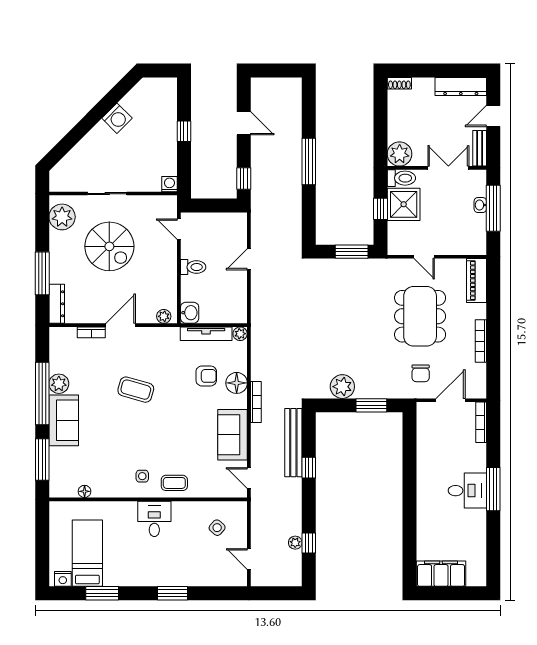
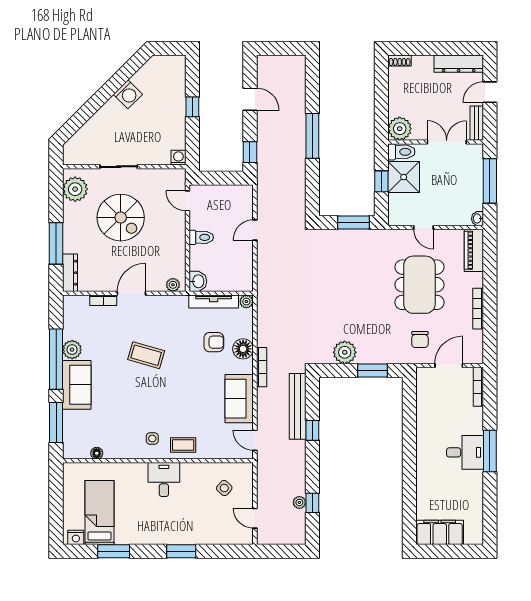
washbasin: (480, 205) -> (477, 219), moved

